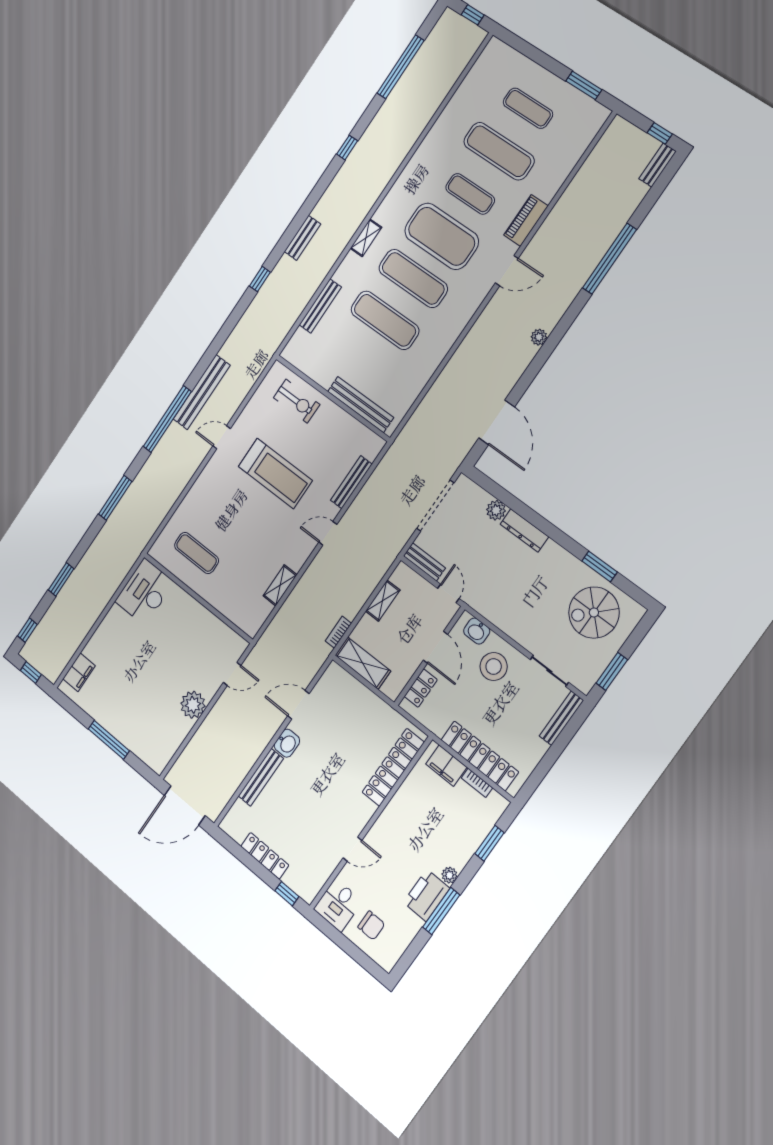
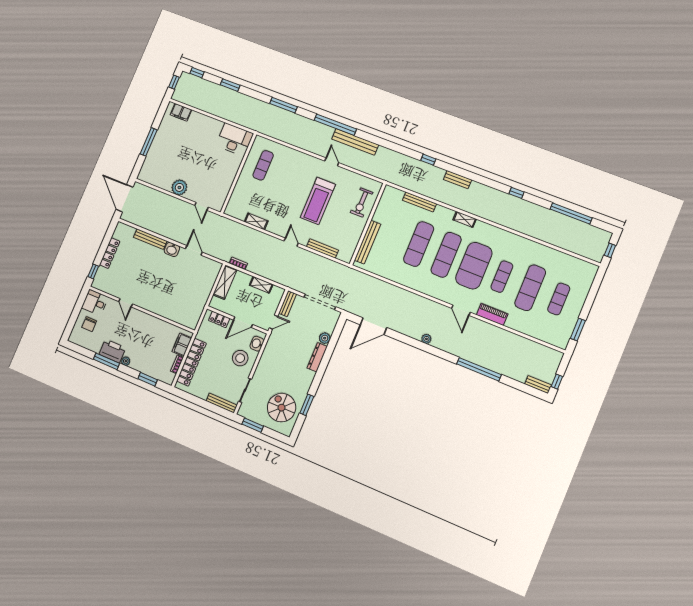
locker: (393, 767) -> (174, 315), removed

